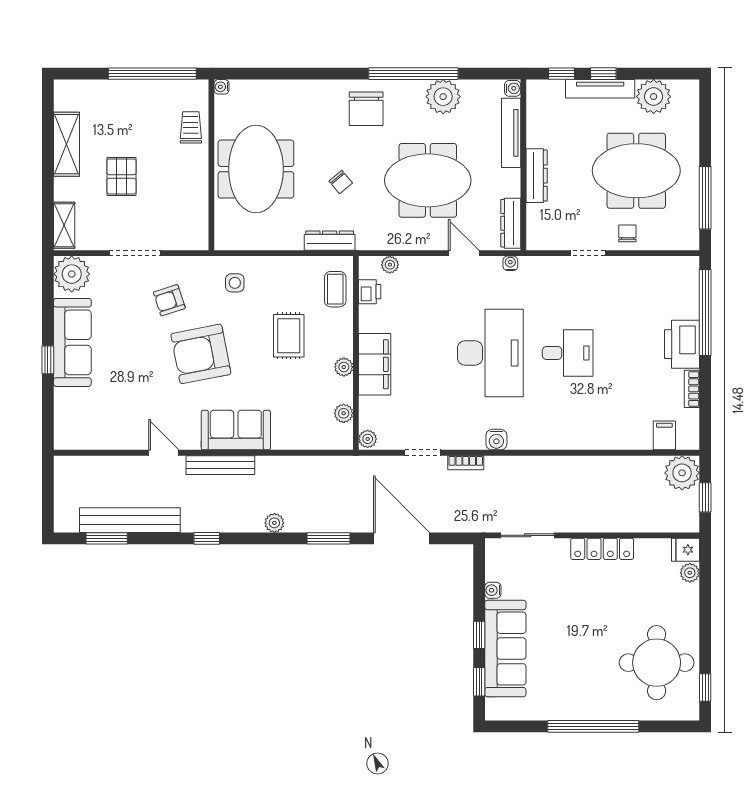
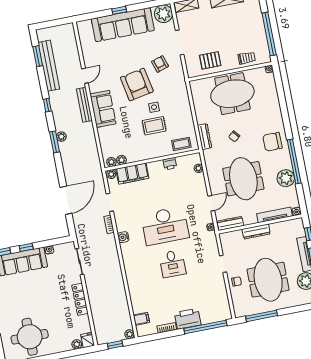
pallet: (122, 177) -> (210, 60), moved
side table: (235, 283) -> (154, 107), moved
printer: (370, 292) -> (170, 164), moved
sofa: (72, 342) -> (123, 25), width x1.36, depth x1.27
filing cabinet: (375, 364) -> (132, 174), moved
plant: (344, 367) -> (111, 162), moved
plant: (682, 473) -> (130, 334), width x0.53, depth x0.53
window: (328, 538) -> (55, 142), moved

